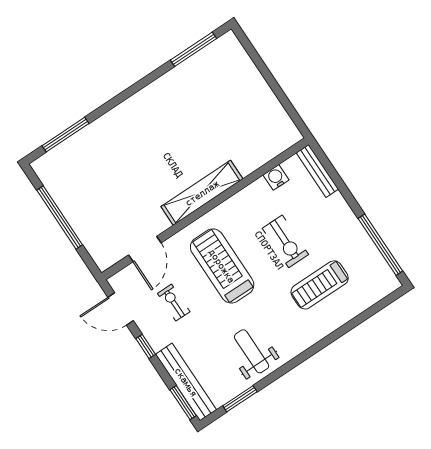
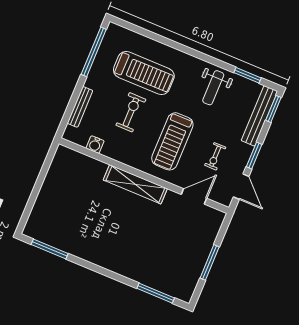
bench: (317, 171) -> (80, 107), moved
window: (60, 217) -> (210, 262), width x0.68
treadmill: (320, 285) -> (144, 73), width x1.37, depth x1.38
window: (146, 346) -> (254, 155), width x1.50

